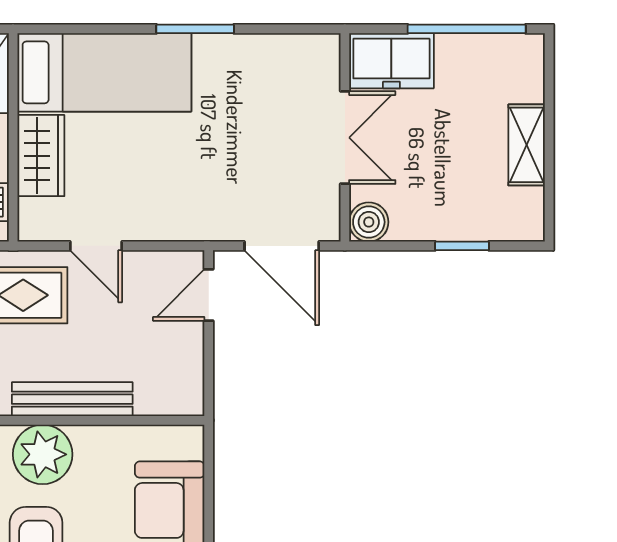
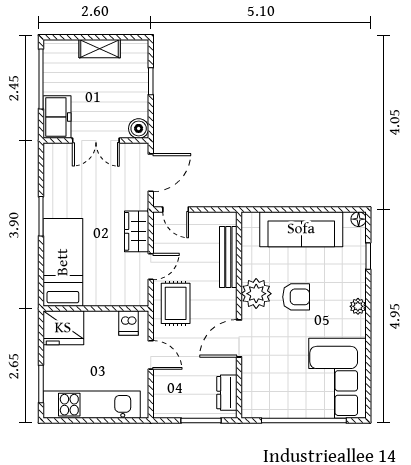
double door: (345, 138) -> (96, 141), swing flipped
wardrobe: (41, 156) -> (137, 231), moved, turned -90
bench: (72, 399) -> (228, 257), moved

